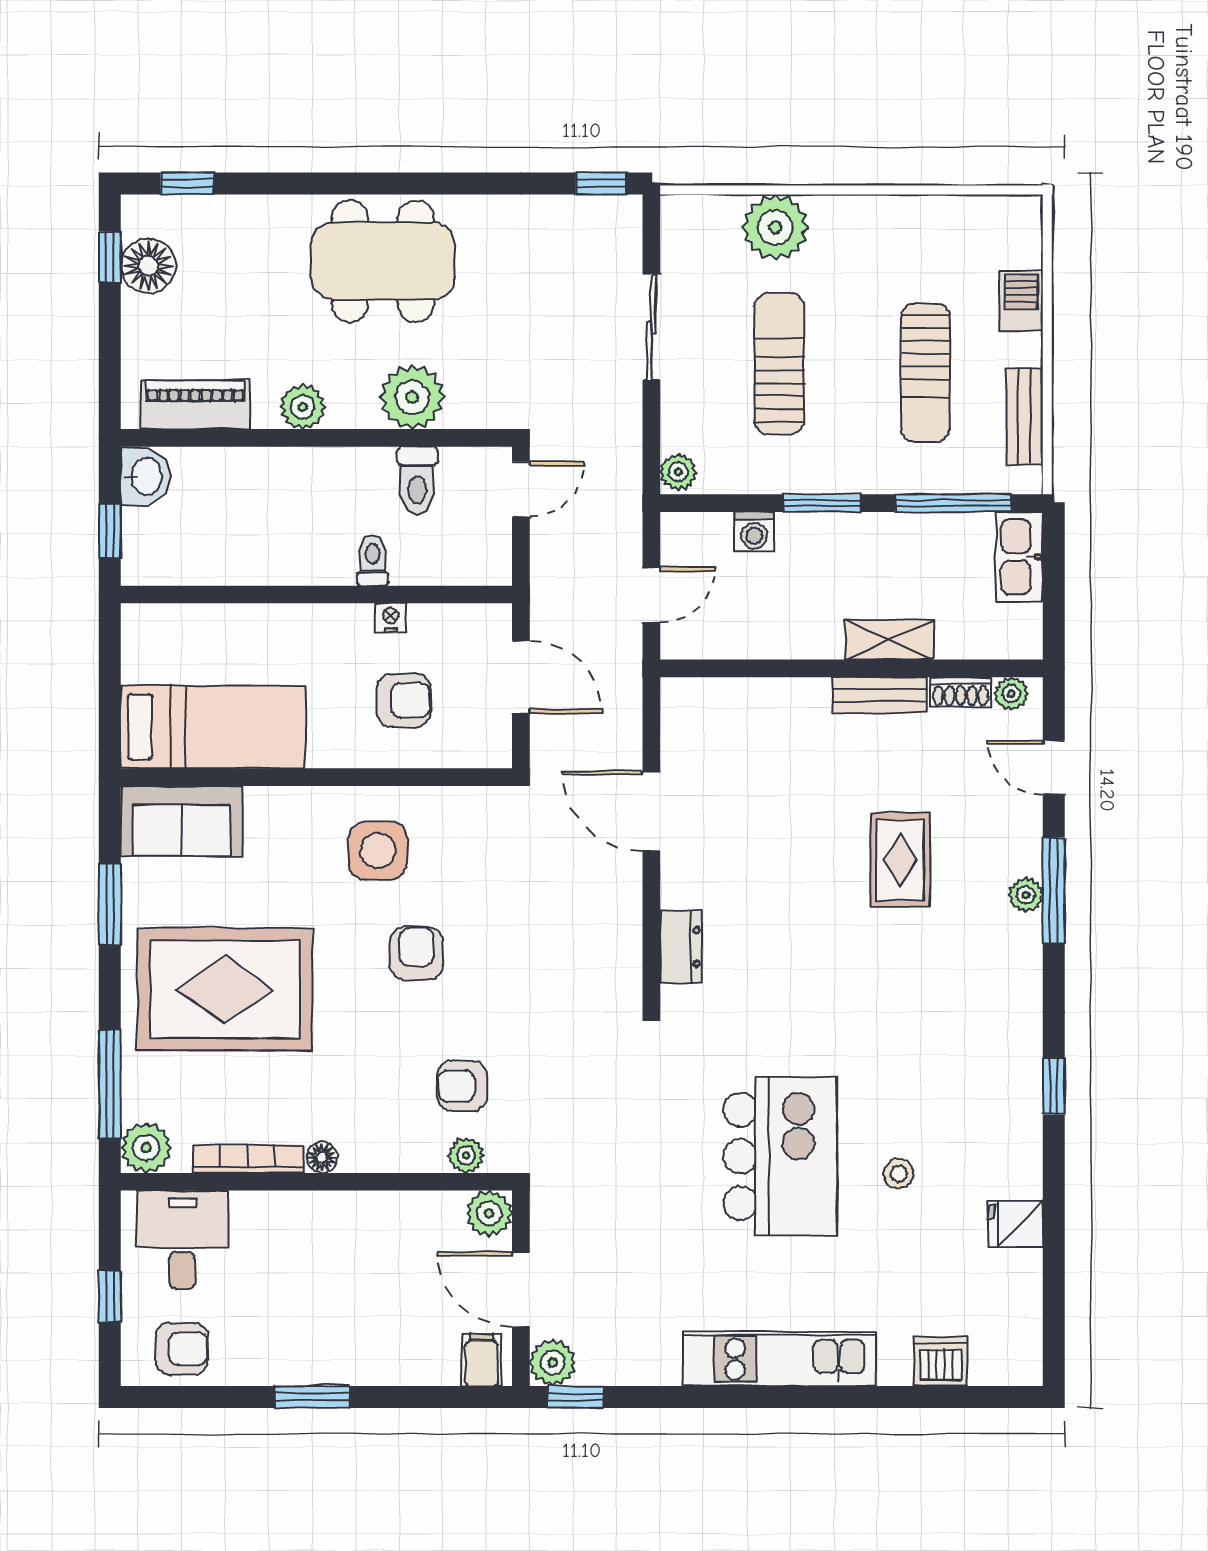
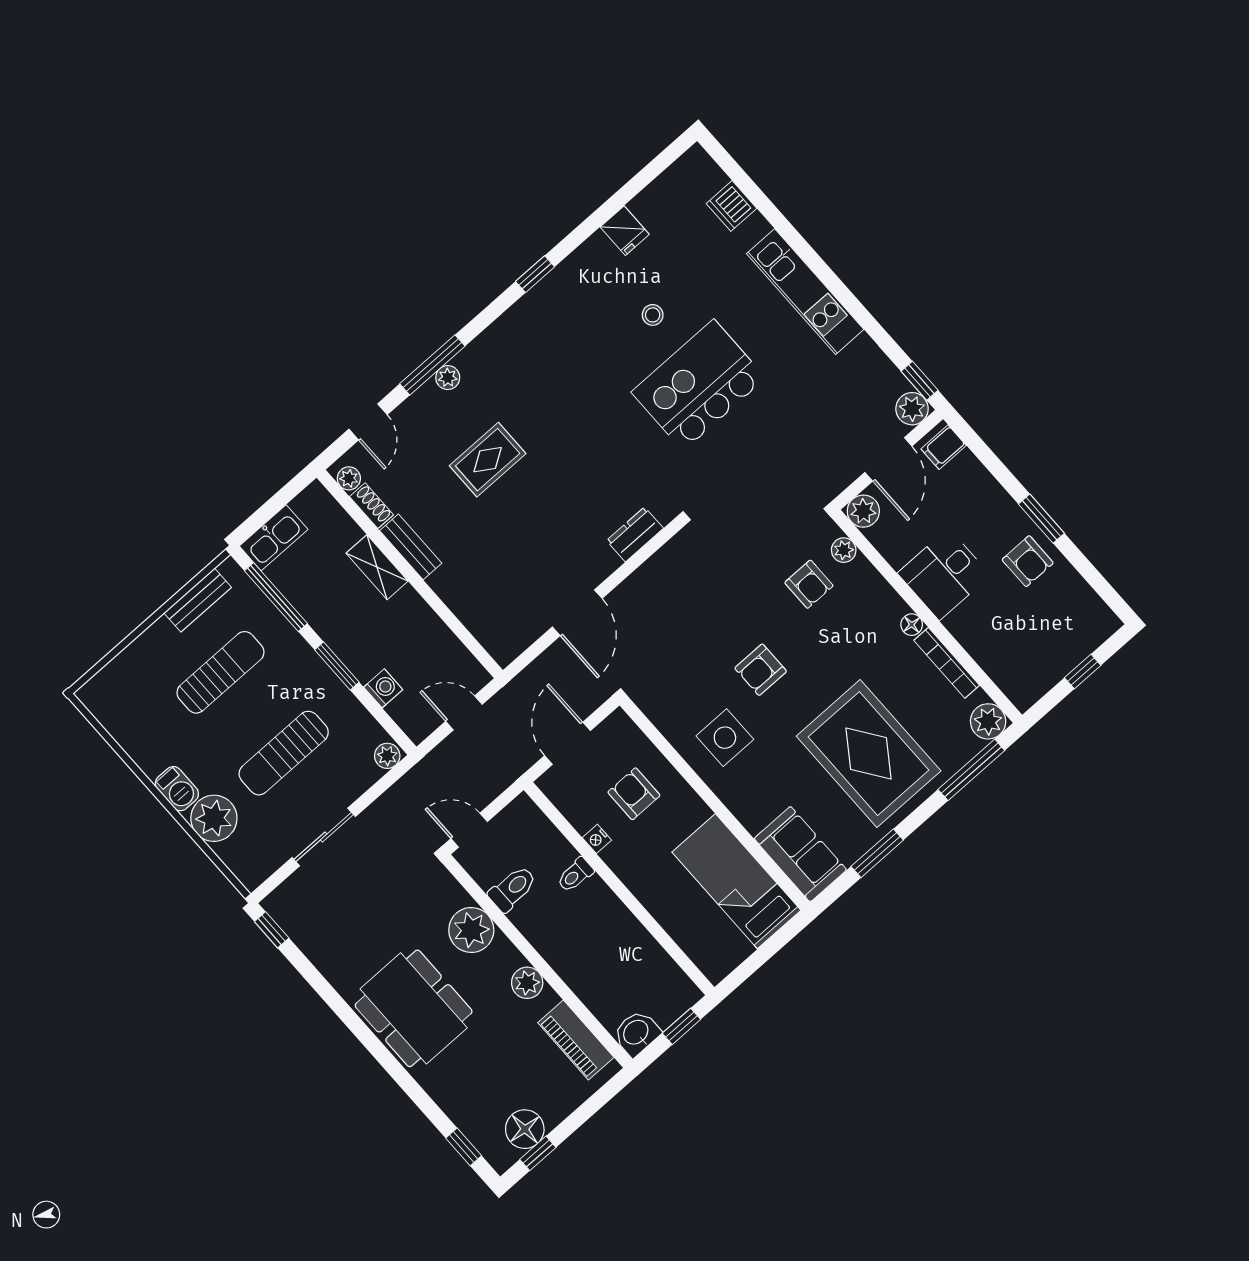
barbecue: (1021, 301) -> (177, 789), moved, turned -90
desk: (182, 1240) -> (944, 574), moved
armchair: (182, 1349) -> (1028, 561), moved, turned 180

